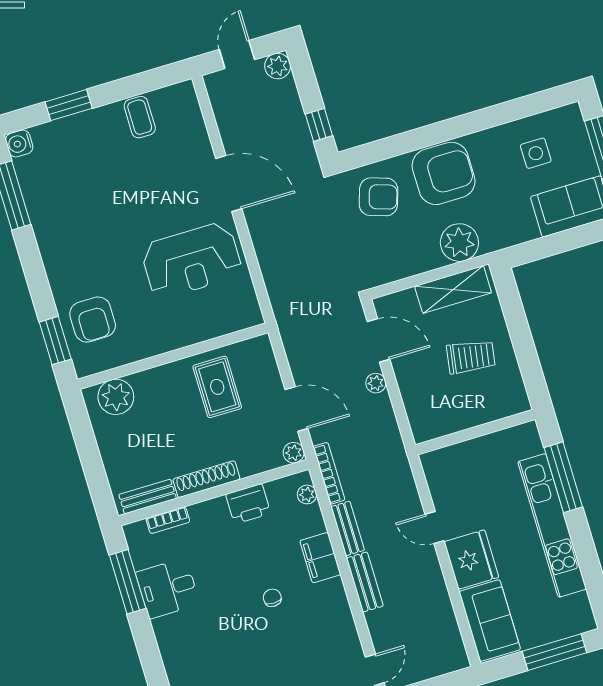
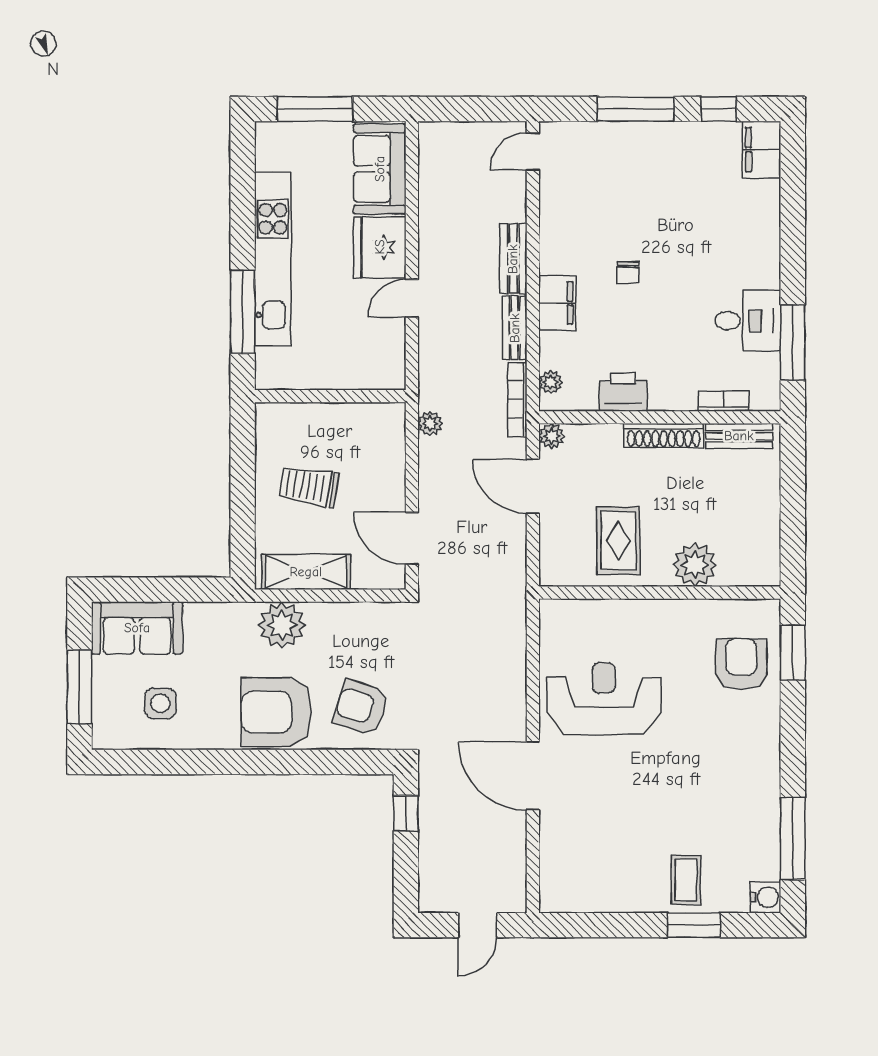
plant: (278, 66) -> (434, 897), removed
coffee table: (140, 117) -> (686, 880), moved
plant: (376, 383) -> (430, 423), moved
plant: (116, 397) -> (695, 565), moved
door: (435, 527) -> (412, 298), swing flipped

